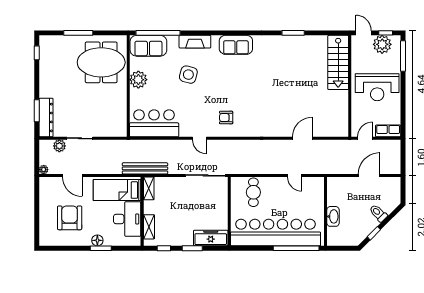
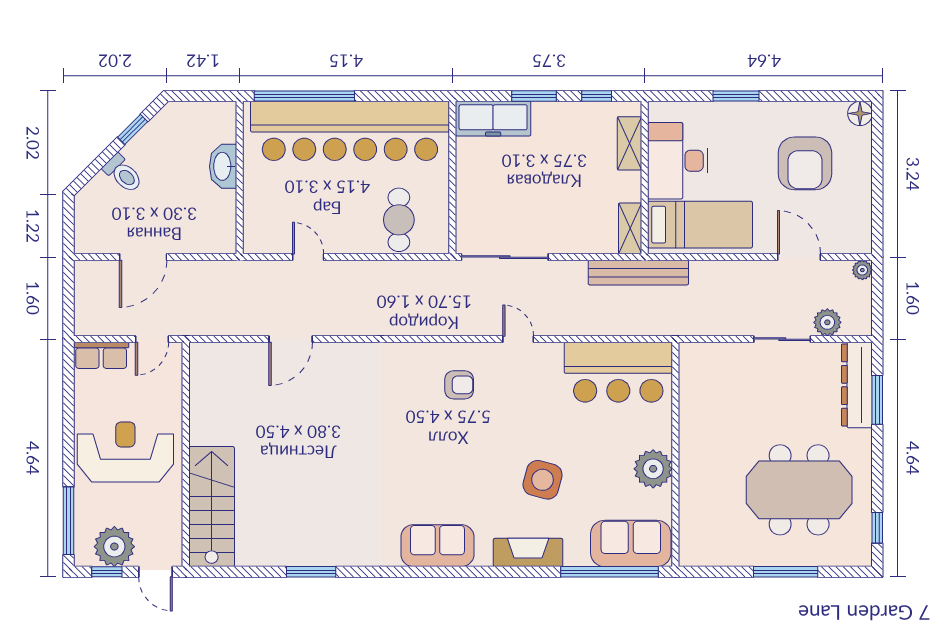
meeting table: (101, 62) -> (799, 490), moved
floor lamp: (97, 240) -> (860, 113), moved

